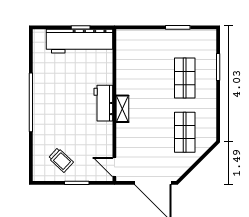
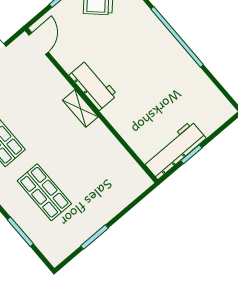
workbench: (80, 41) -> (174, 150), width x0.73, depth x0.76
workbench: (103, 103) -> (93, 85), moved
door: (114, 167) -> (39, 44), hinge flipped

